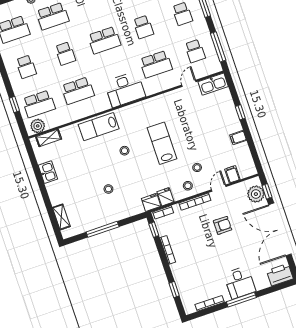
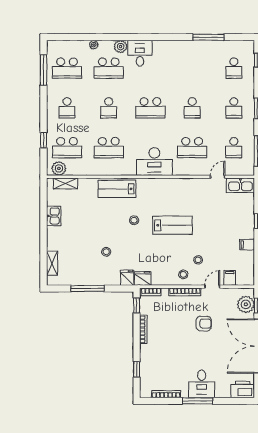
lab bench: (162, 143) -> (172, 225), turned 90
fridge: (166, 197) -> (127, 278), moved

